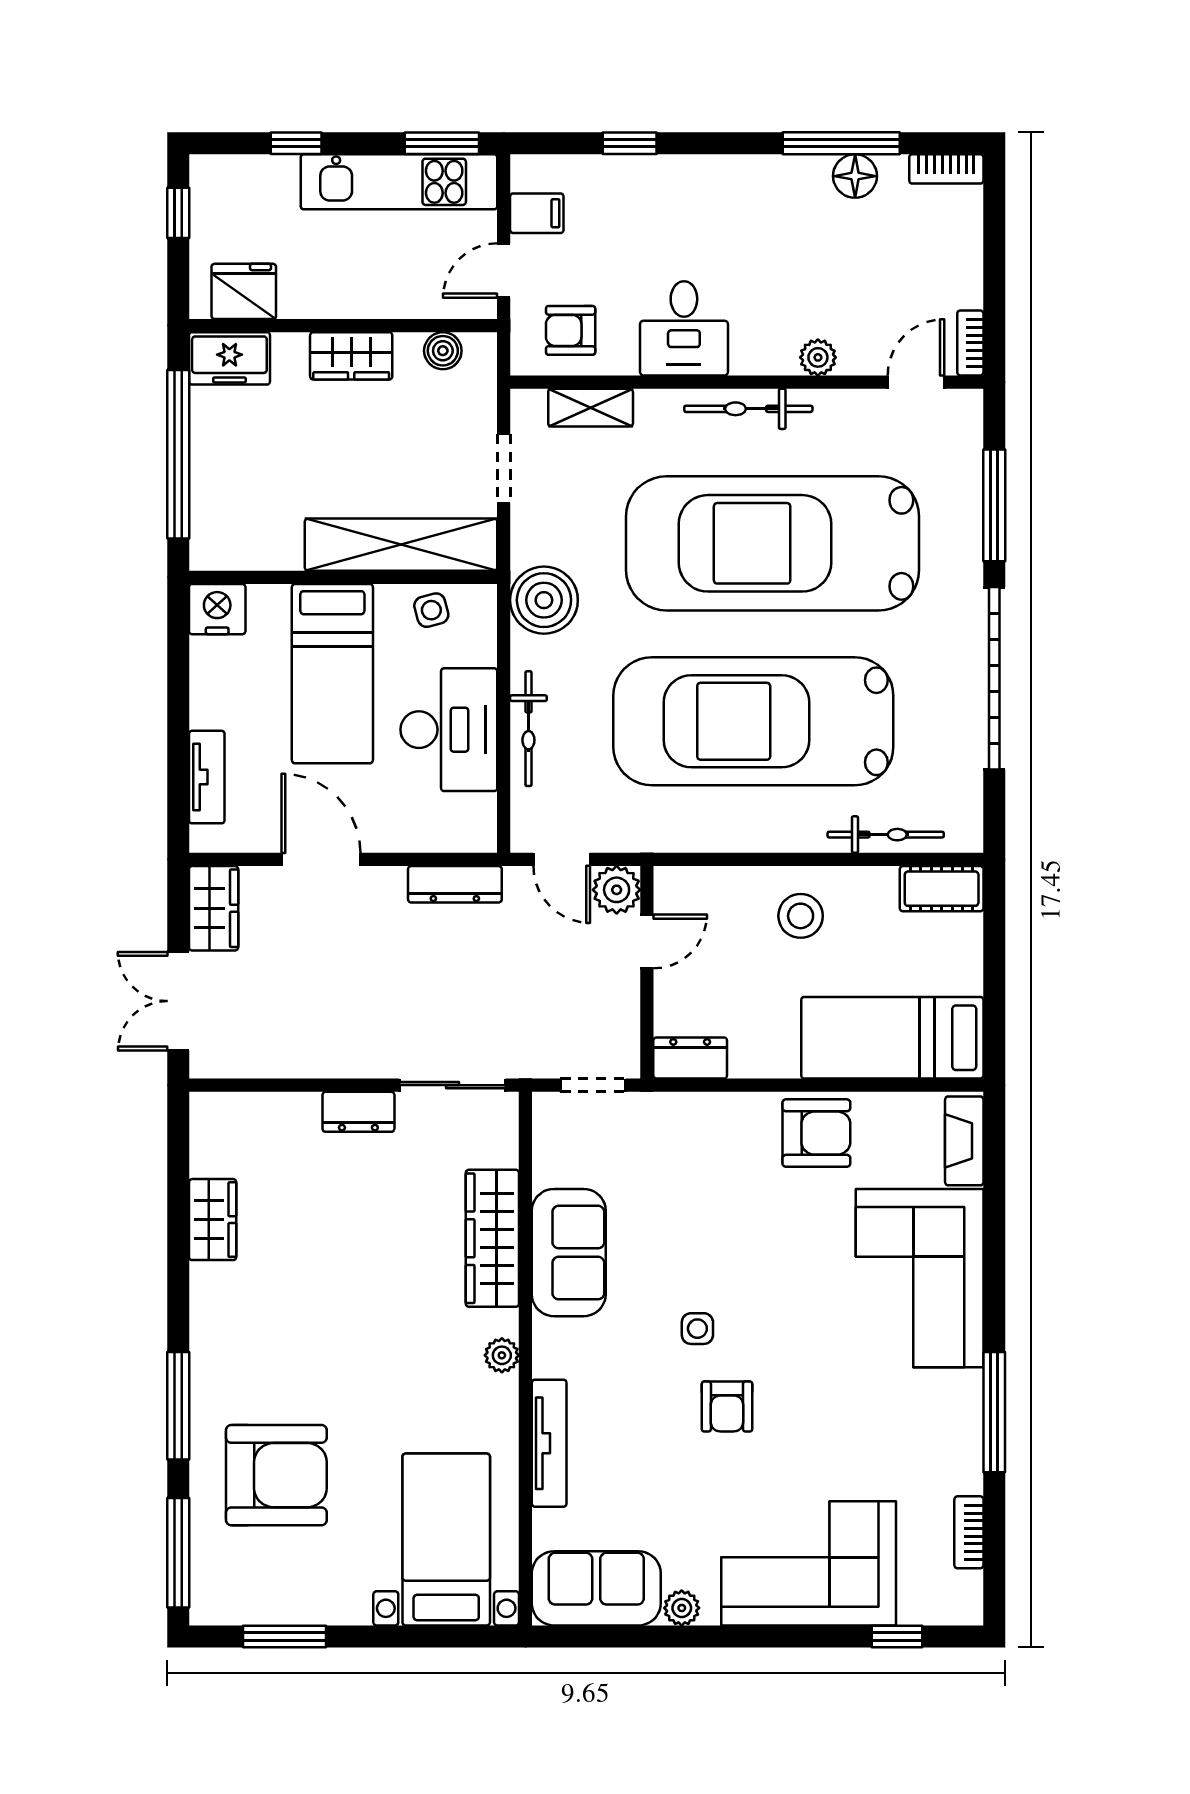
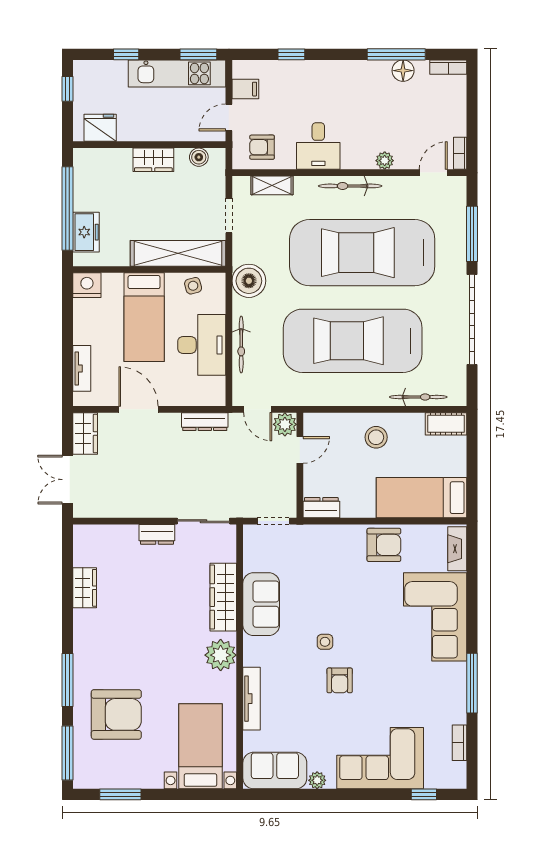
freezer: (229, 358) -> (86, 232), moved, turned -90
plant: (502, 1355) -> (221, 655), width x1.88, depth x1.88

